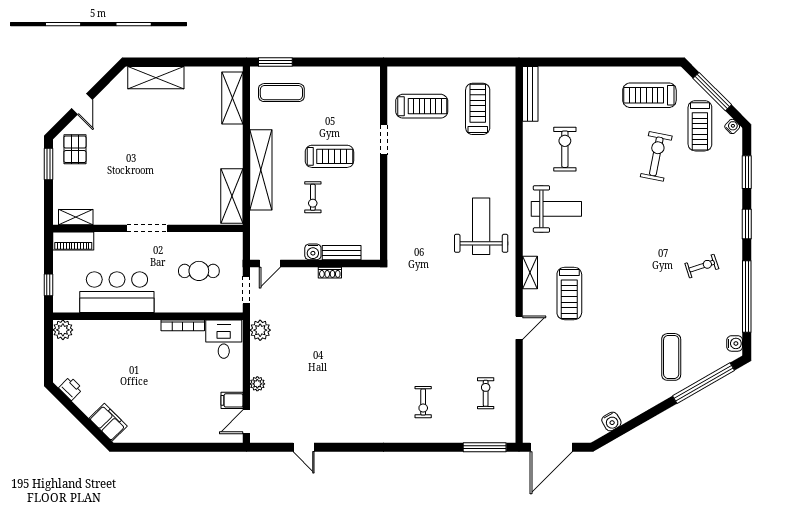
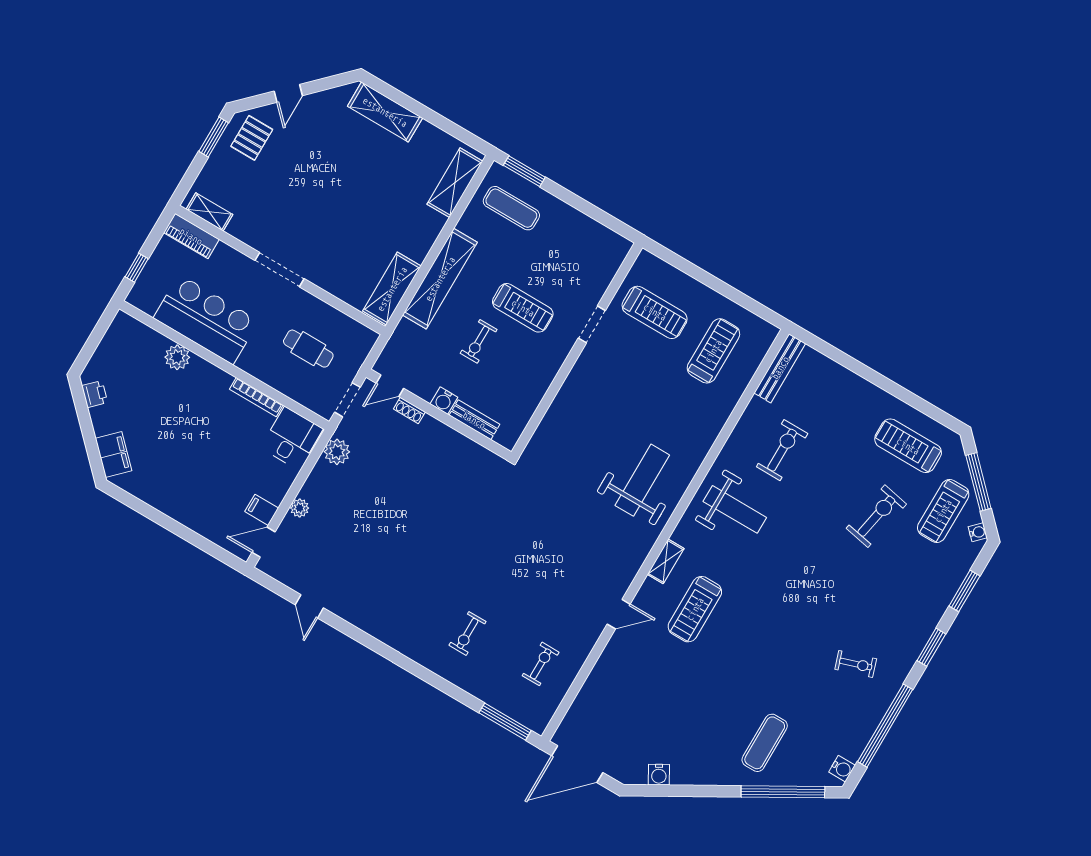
shoe rack: (330, 273) -> (409, 410), moved
plant: (63, 330) -> (177, 357), moved

